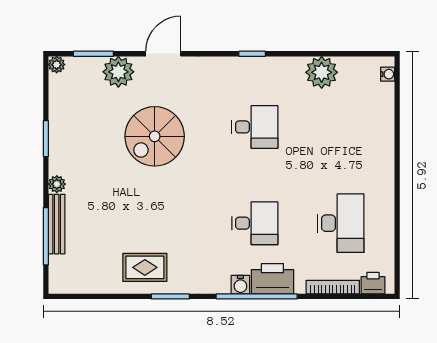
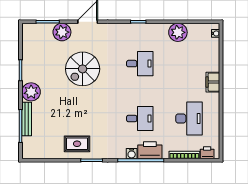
plant: (57, 65) -> (27, 28), removed
filing cabinet: (383, 159) -> (213, 82), added
plant: (57, 184) -> (31, 92), width x1.87, depth x1.87

